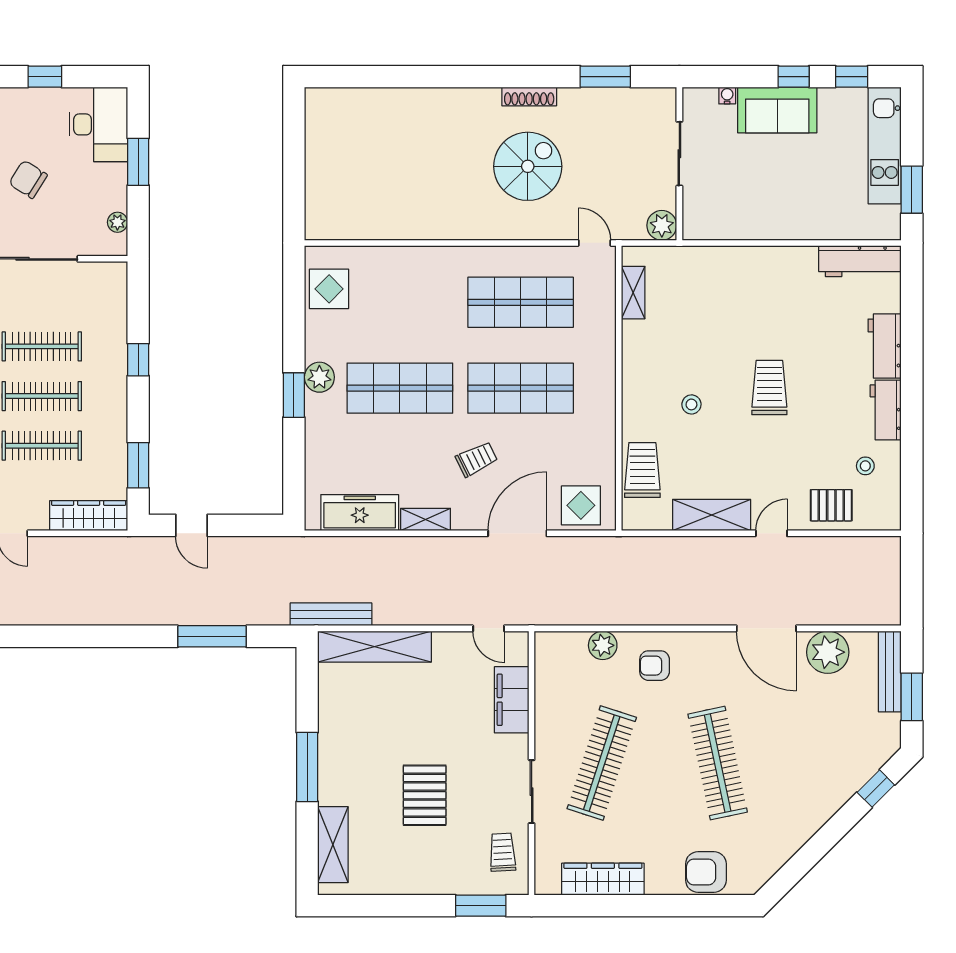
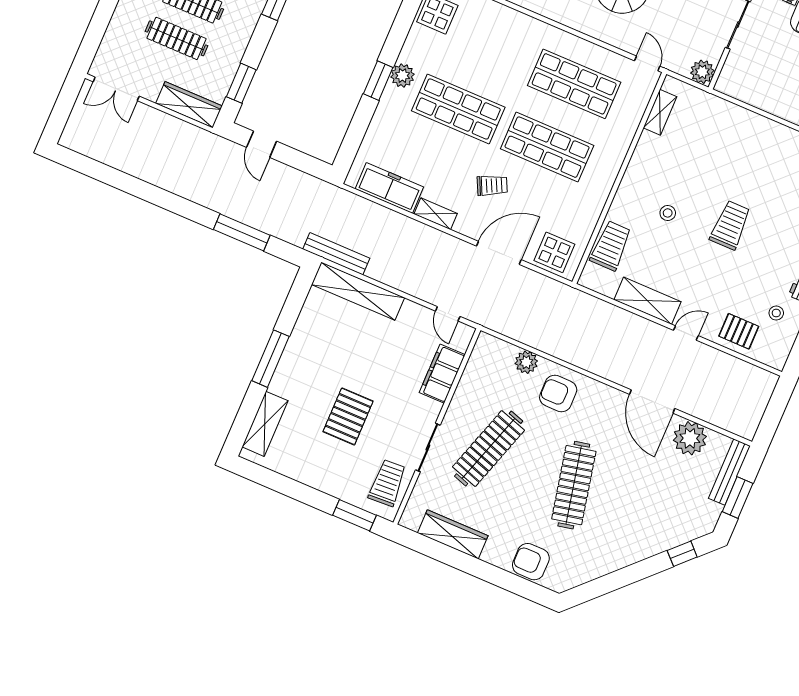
armchair: (655, 666) -> (558, 393), width x1.38, depth x1.38
trolley: (503, 852) -> (387, 483), width x1.36, depth x1.39

